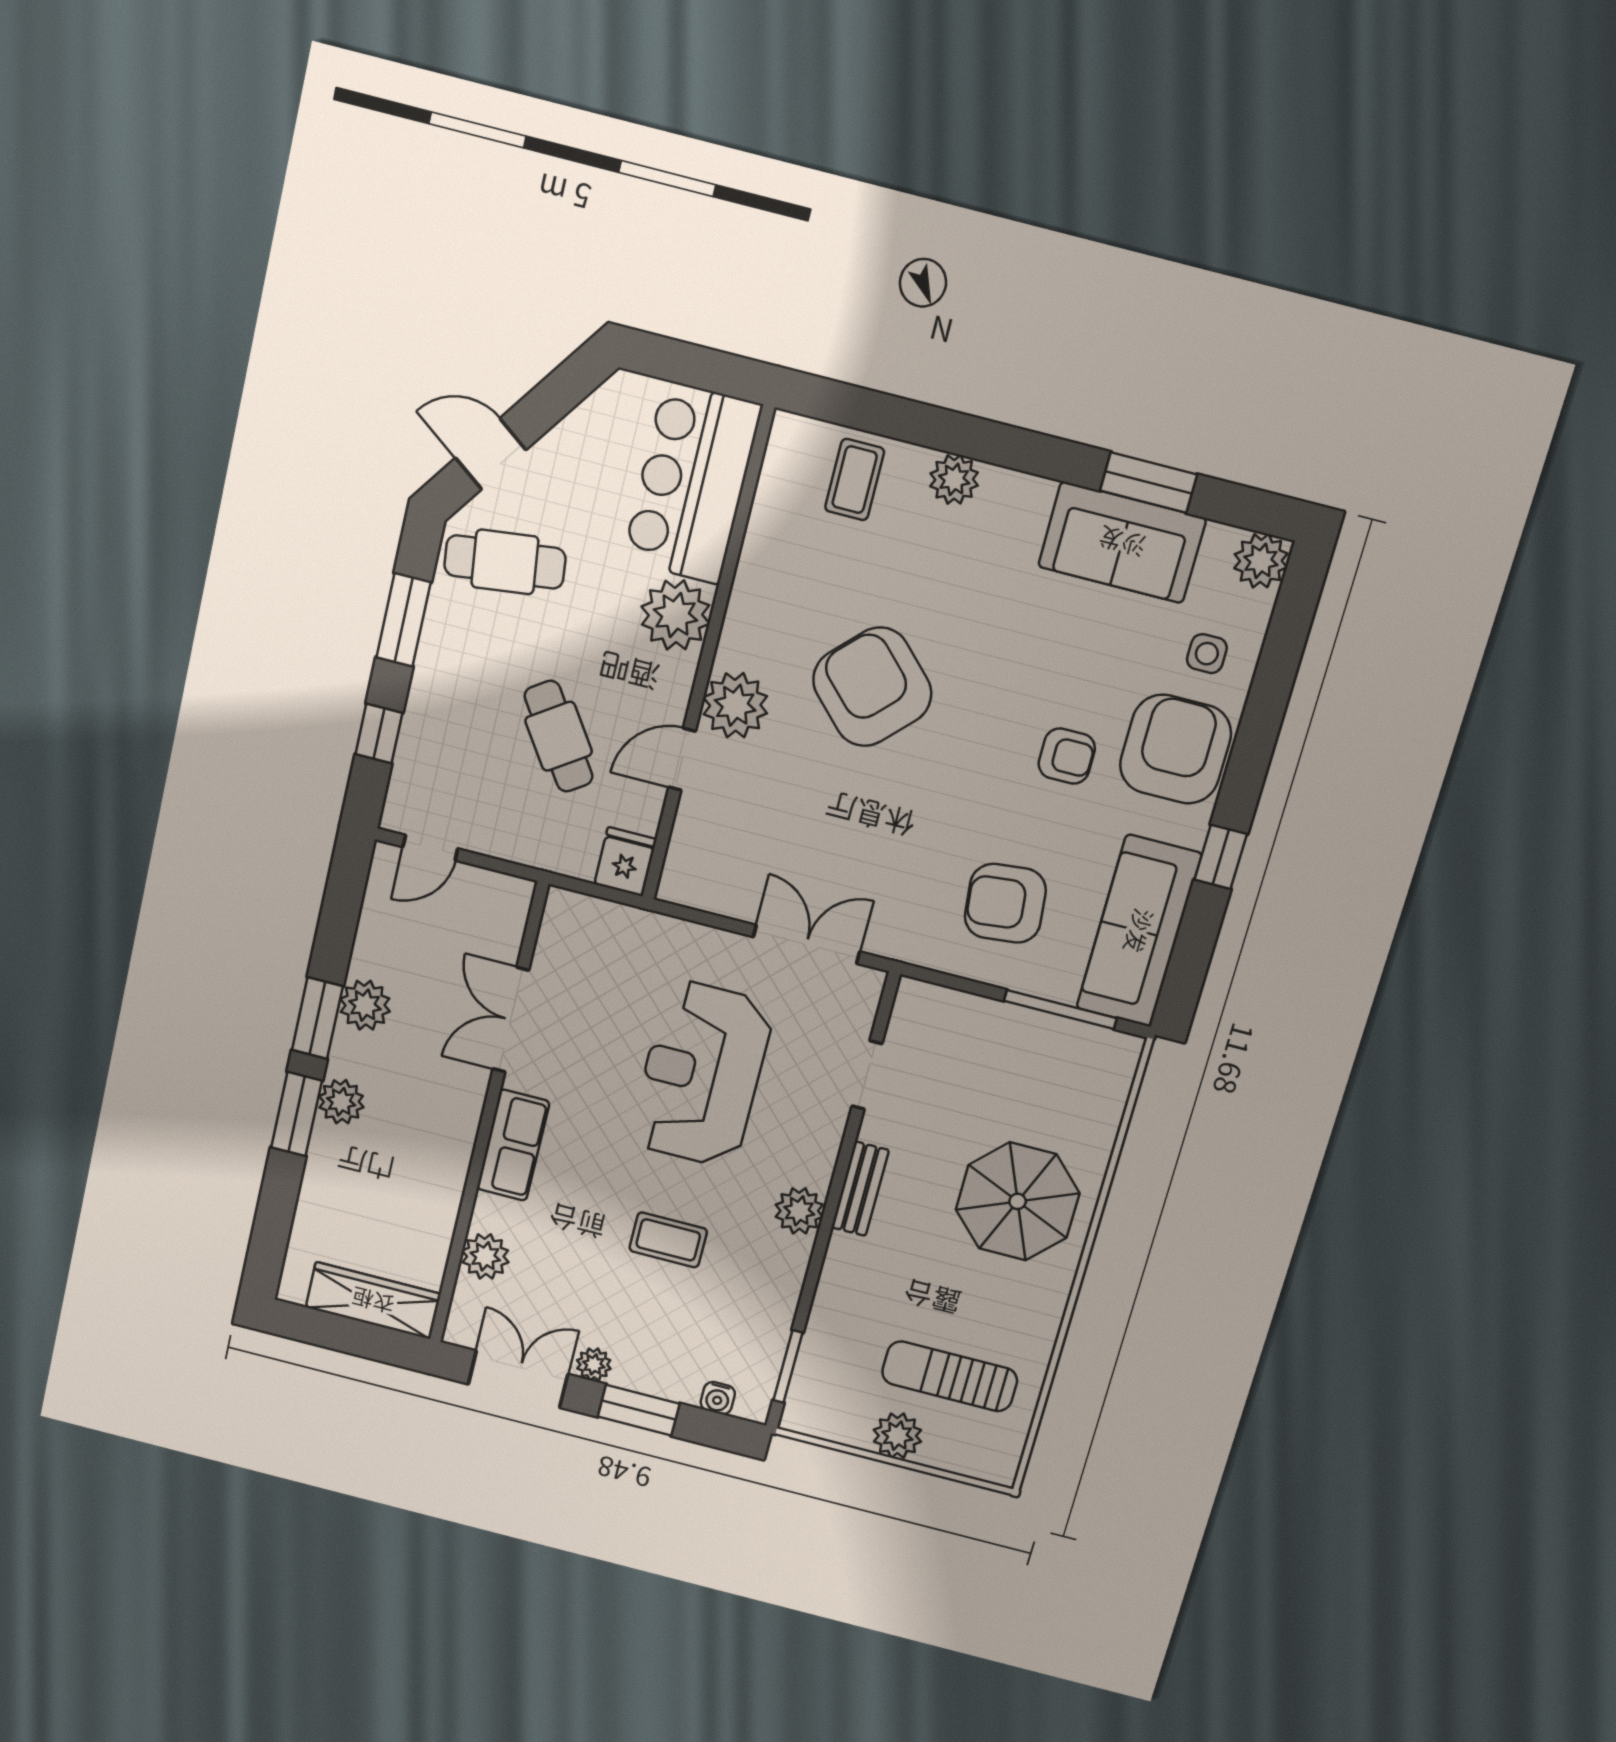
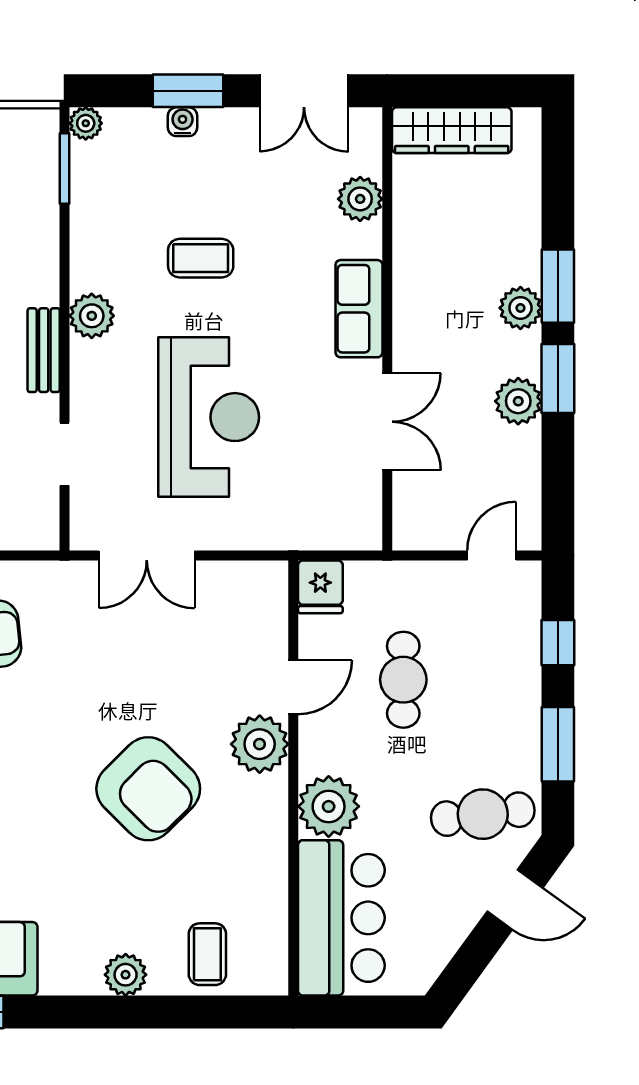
cafe table: (559, 736) -> (403, 680), turned 34
plant: (594, 1364) -> (86, 123), moved
water cooler: (718, 1398) -> (183, 122), moved

